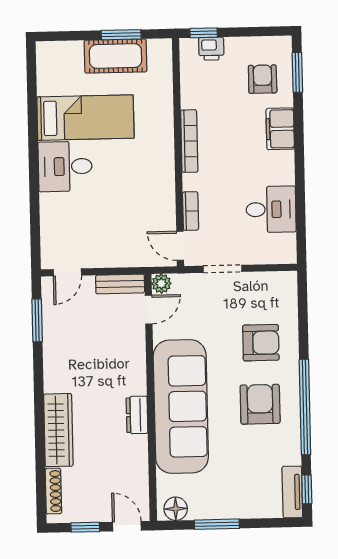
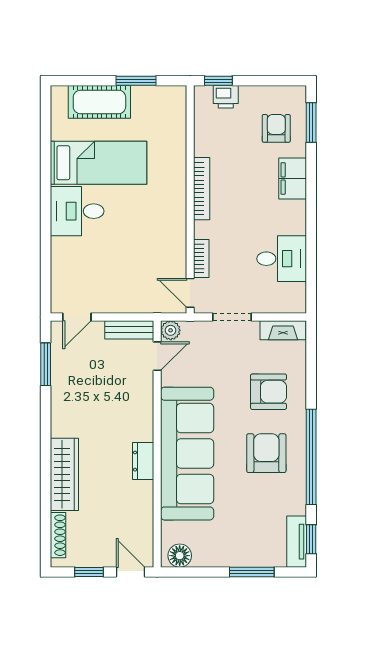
cot: (116, 56) -> (99, 102), moved
fireplace: (274, 281) -> (283, 330), added
window: (217, 524) -> (252, 572), moved

